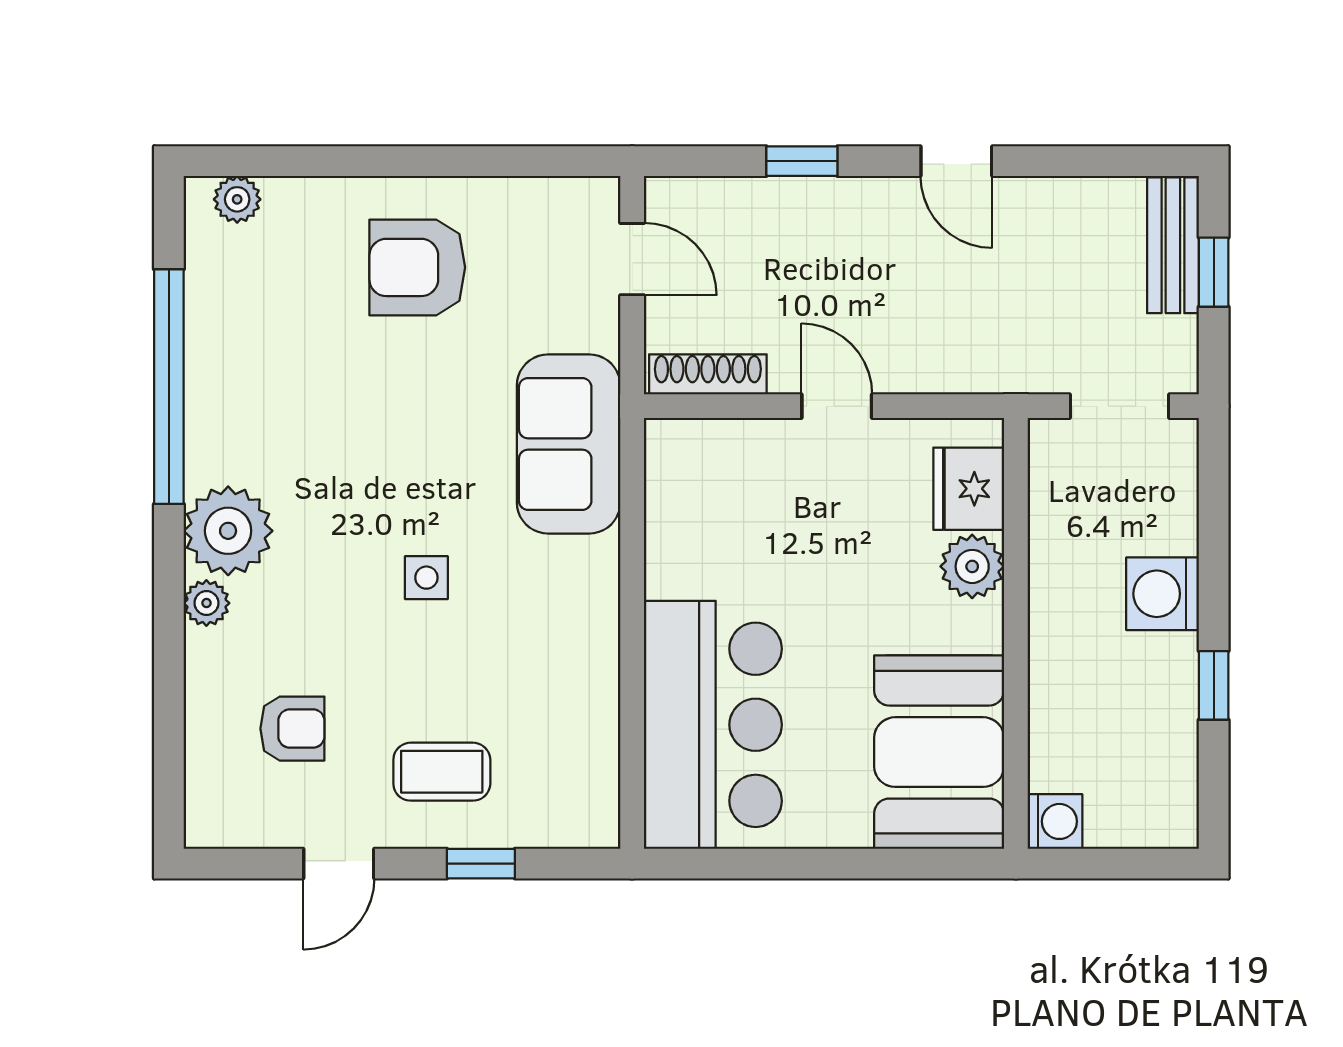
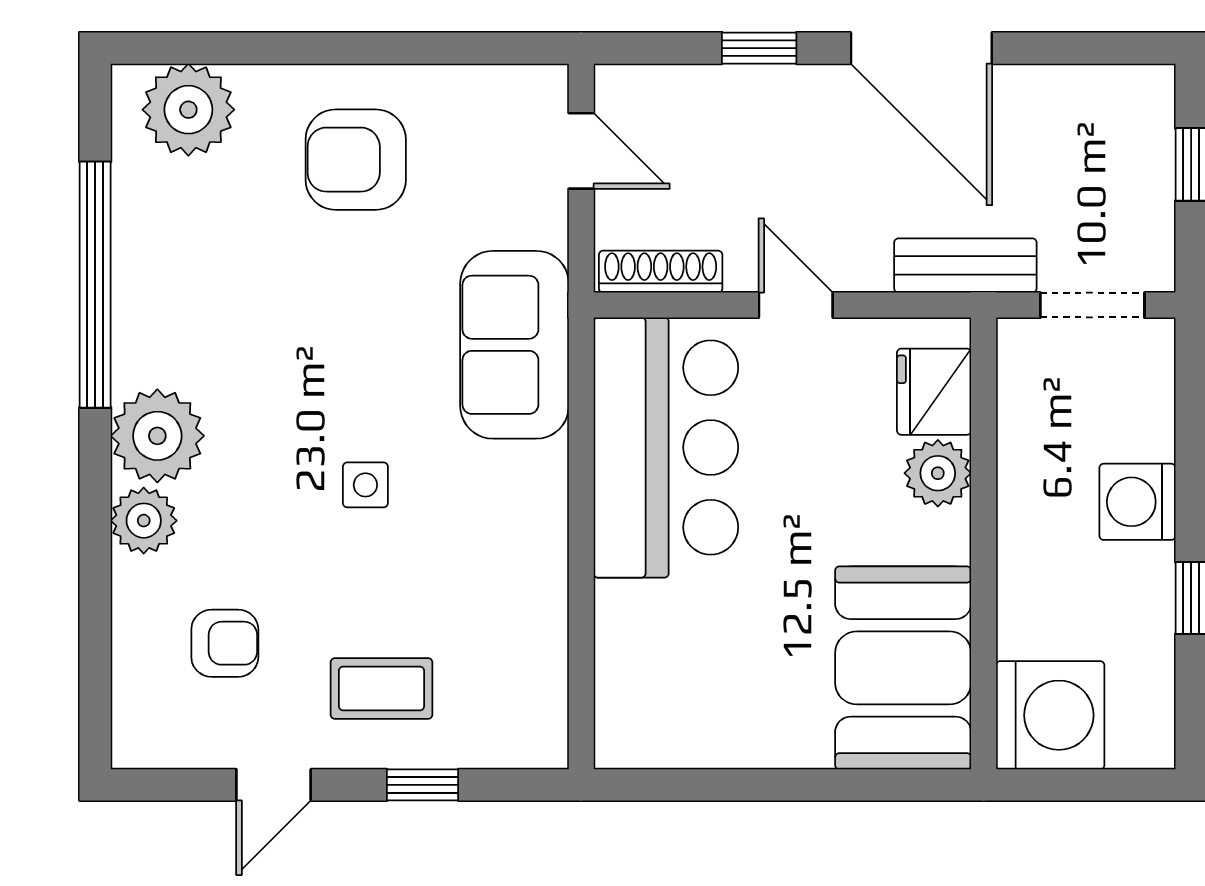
door: (956, 161) -> (921, 48), width x1.87
plant: (237, 199) -> (188, 110), width x1.87, depth x1.87
bench: (1173, 245) -> (965, 265), moved, turned 90
plant: (206, 603) -> (144, 521), width x1.38, depth x1.38
bar counter: (713, 725) -> (666, 447), moved
washing machine: (1055, 821) -> (1050, 715), width x1.89, depth x1.89

